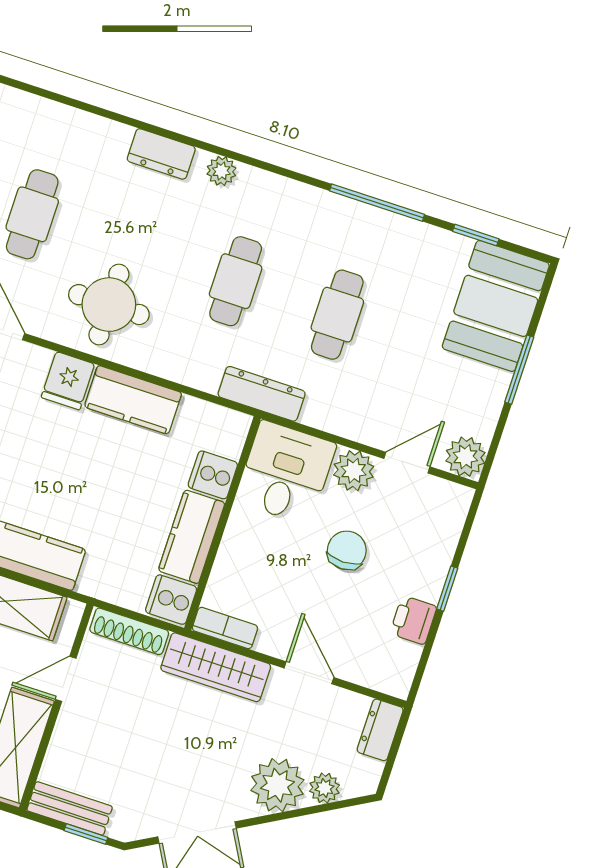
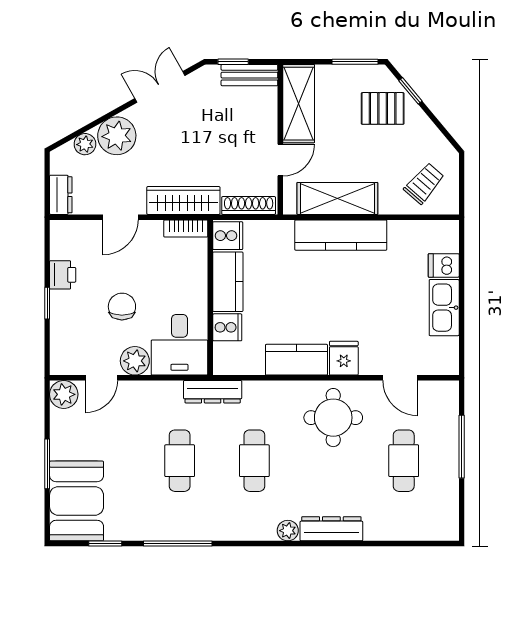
dresser: (161, 154) -> (331, 529), width x1.44
chair: (347, 550) -> (122, 307), turned 180
door: (309, 673) -> (120, 217), hinge flipped

